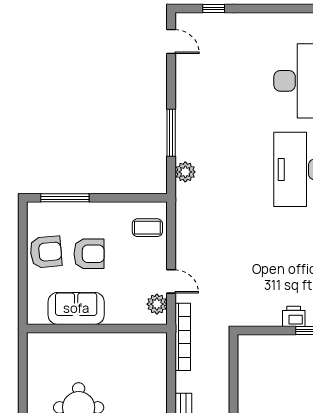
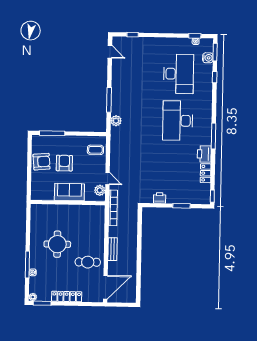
armchair: (89, 254) -> (64, 163), turned -90
sofa: (76, 308) -> (69, 192), moved
printer: (294, 316) -> (160, 198), moved

